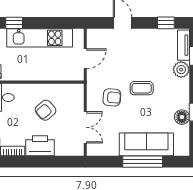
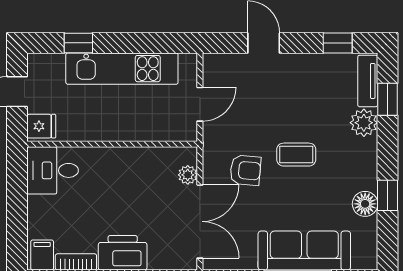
plant: (78, 100) -> (188, 175), added
armchair: (46, 110) -> (132, 192), removed
double door: (85, 127) -> (200, 221), width x1.37

